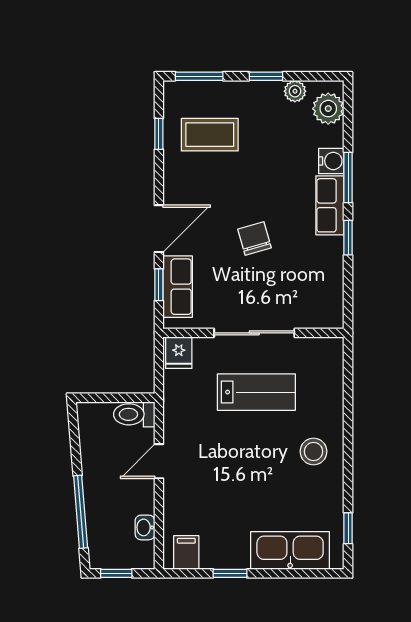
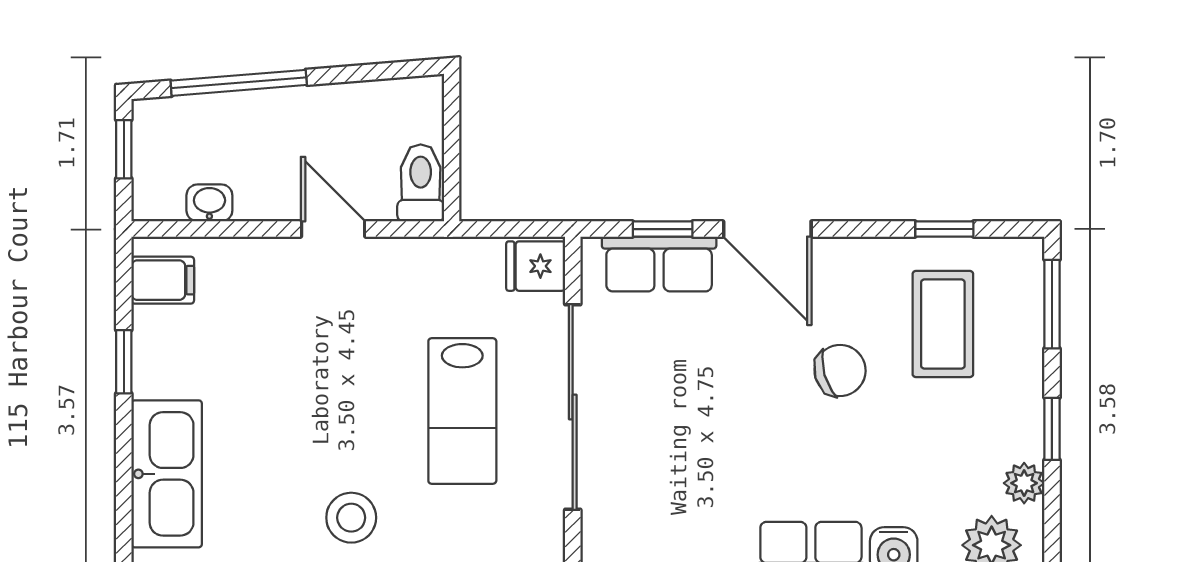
chair: (255, 238) -> (840, 370), moved
sliding door: (254, 333) -> (573, 407), width x1.36

